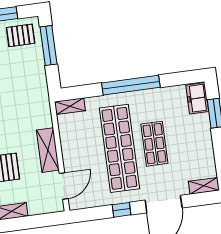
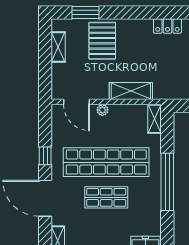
shelving: (48, 150) -> (131, 91), moved
plant: (68, 159) -> (102, 110), added

